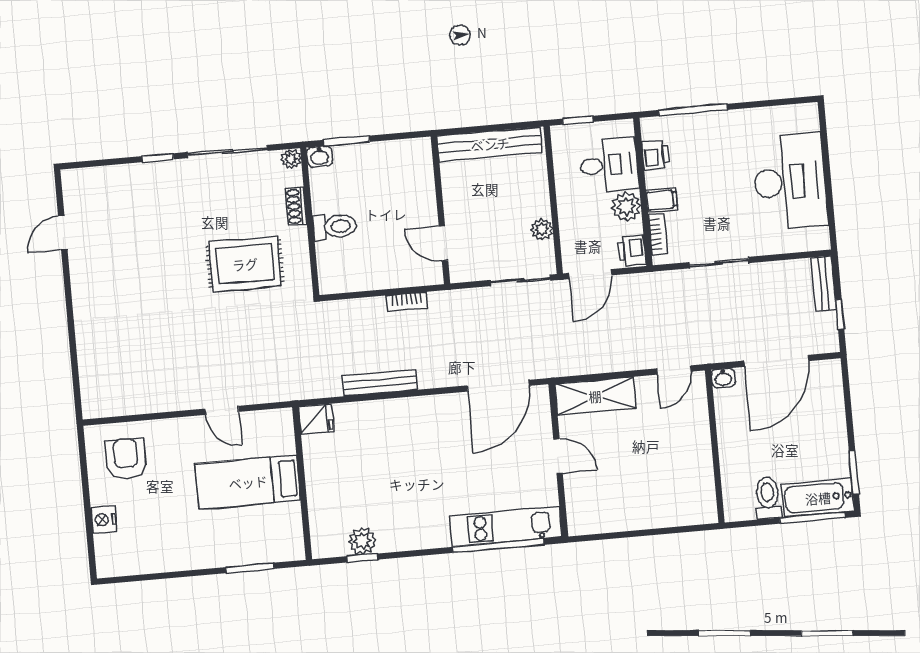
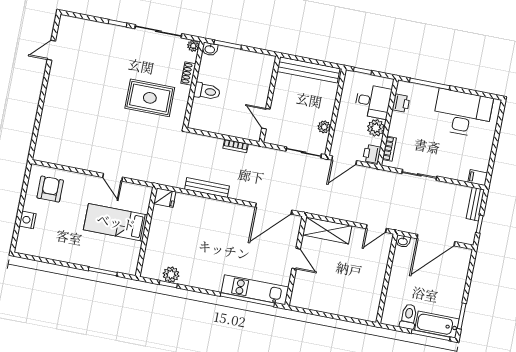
desk: (790, 182) -> (463, 113), moved, turned -90
filing cabinet: (662, 200) -> (478, 178), moved, turned 180

